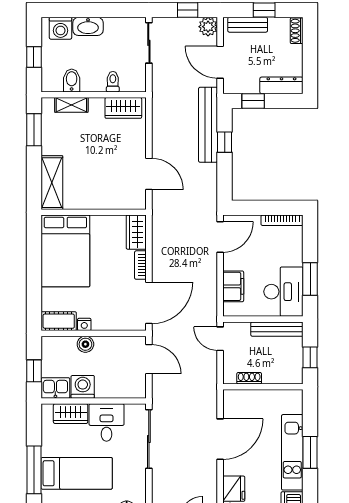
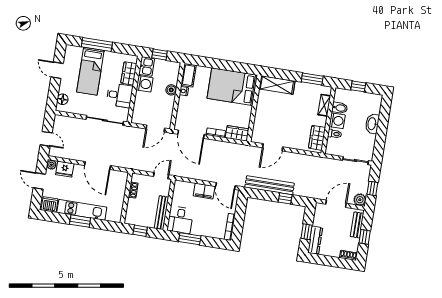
washing machine: (61, 28) -> (337, 121), moved, turned 180
window: (253, 101) -> (306, 232), moved
bench: (208, 125) -> (270, 185), moved
filing cabinet: (233, 286) -> (204, 191), moved
desk: (283, 292) -> (180, 220), width x0.73

